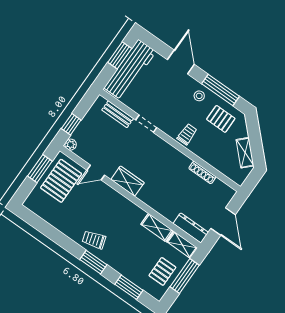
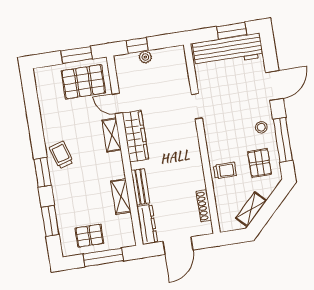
bench: (118, 114) -> (140, 187), moved
trolley: (187, 134) -> (225, 171), moved
plant: (71, 145) -> (145, 57), moved
shoe rack: (202, 173) -> (204, 206), moved
wardrobe: (128, 181) -> (135, 136), width x1.50
shelving: (182, 245) -> (112, 135), moved

